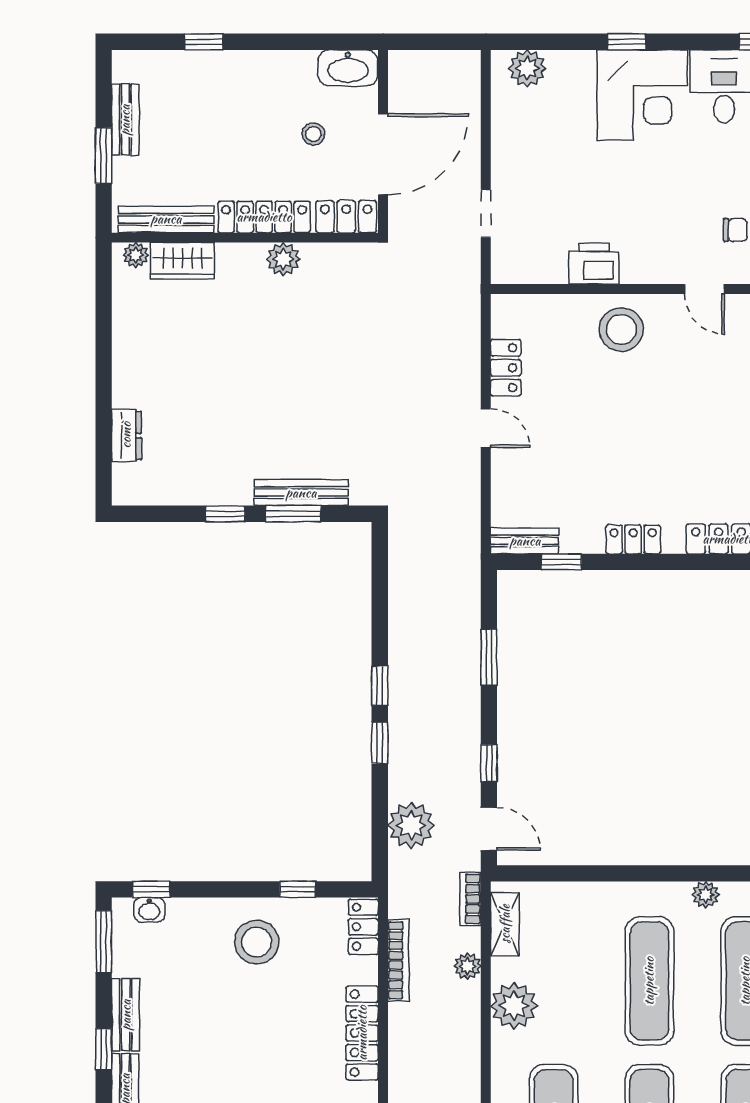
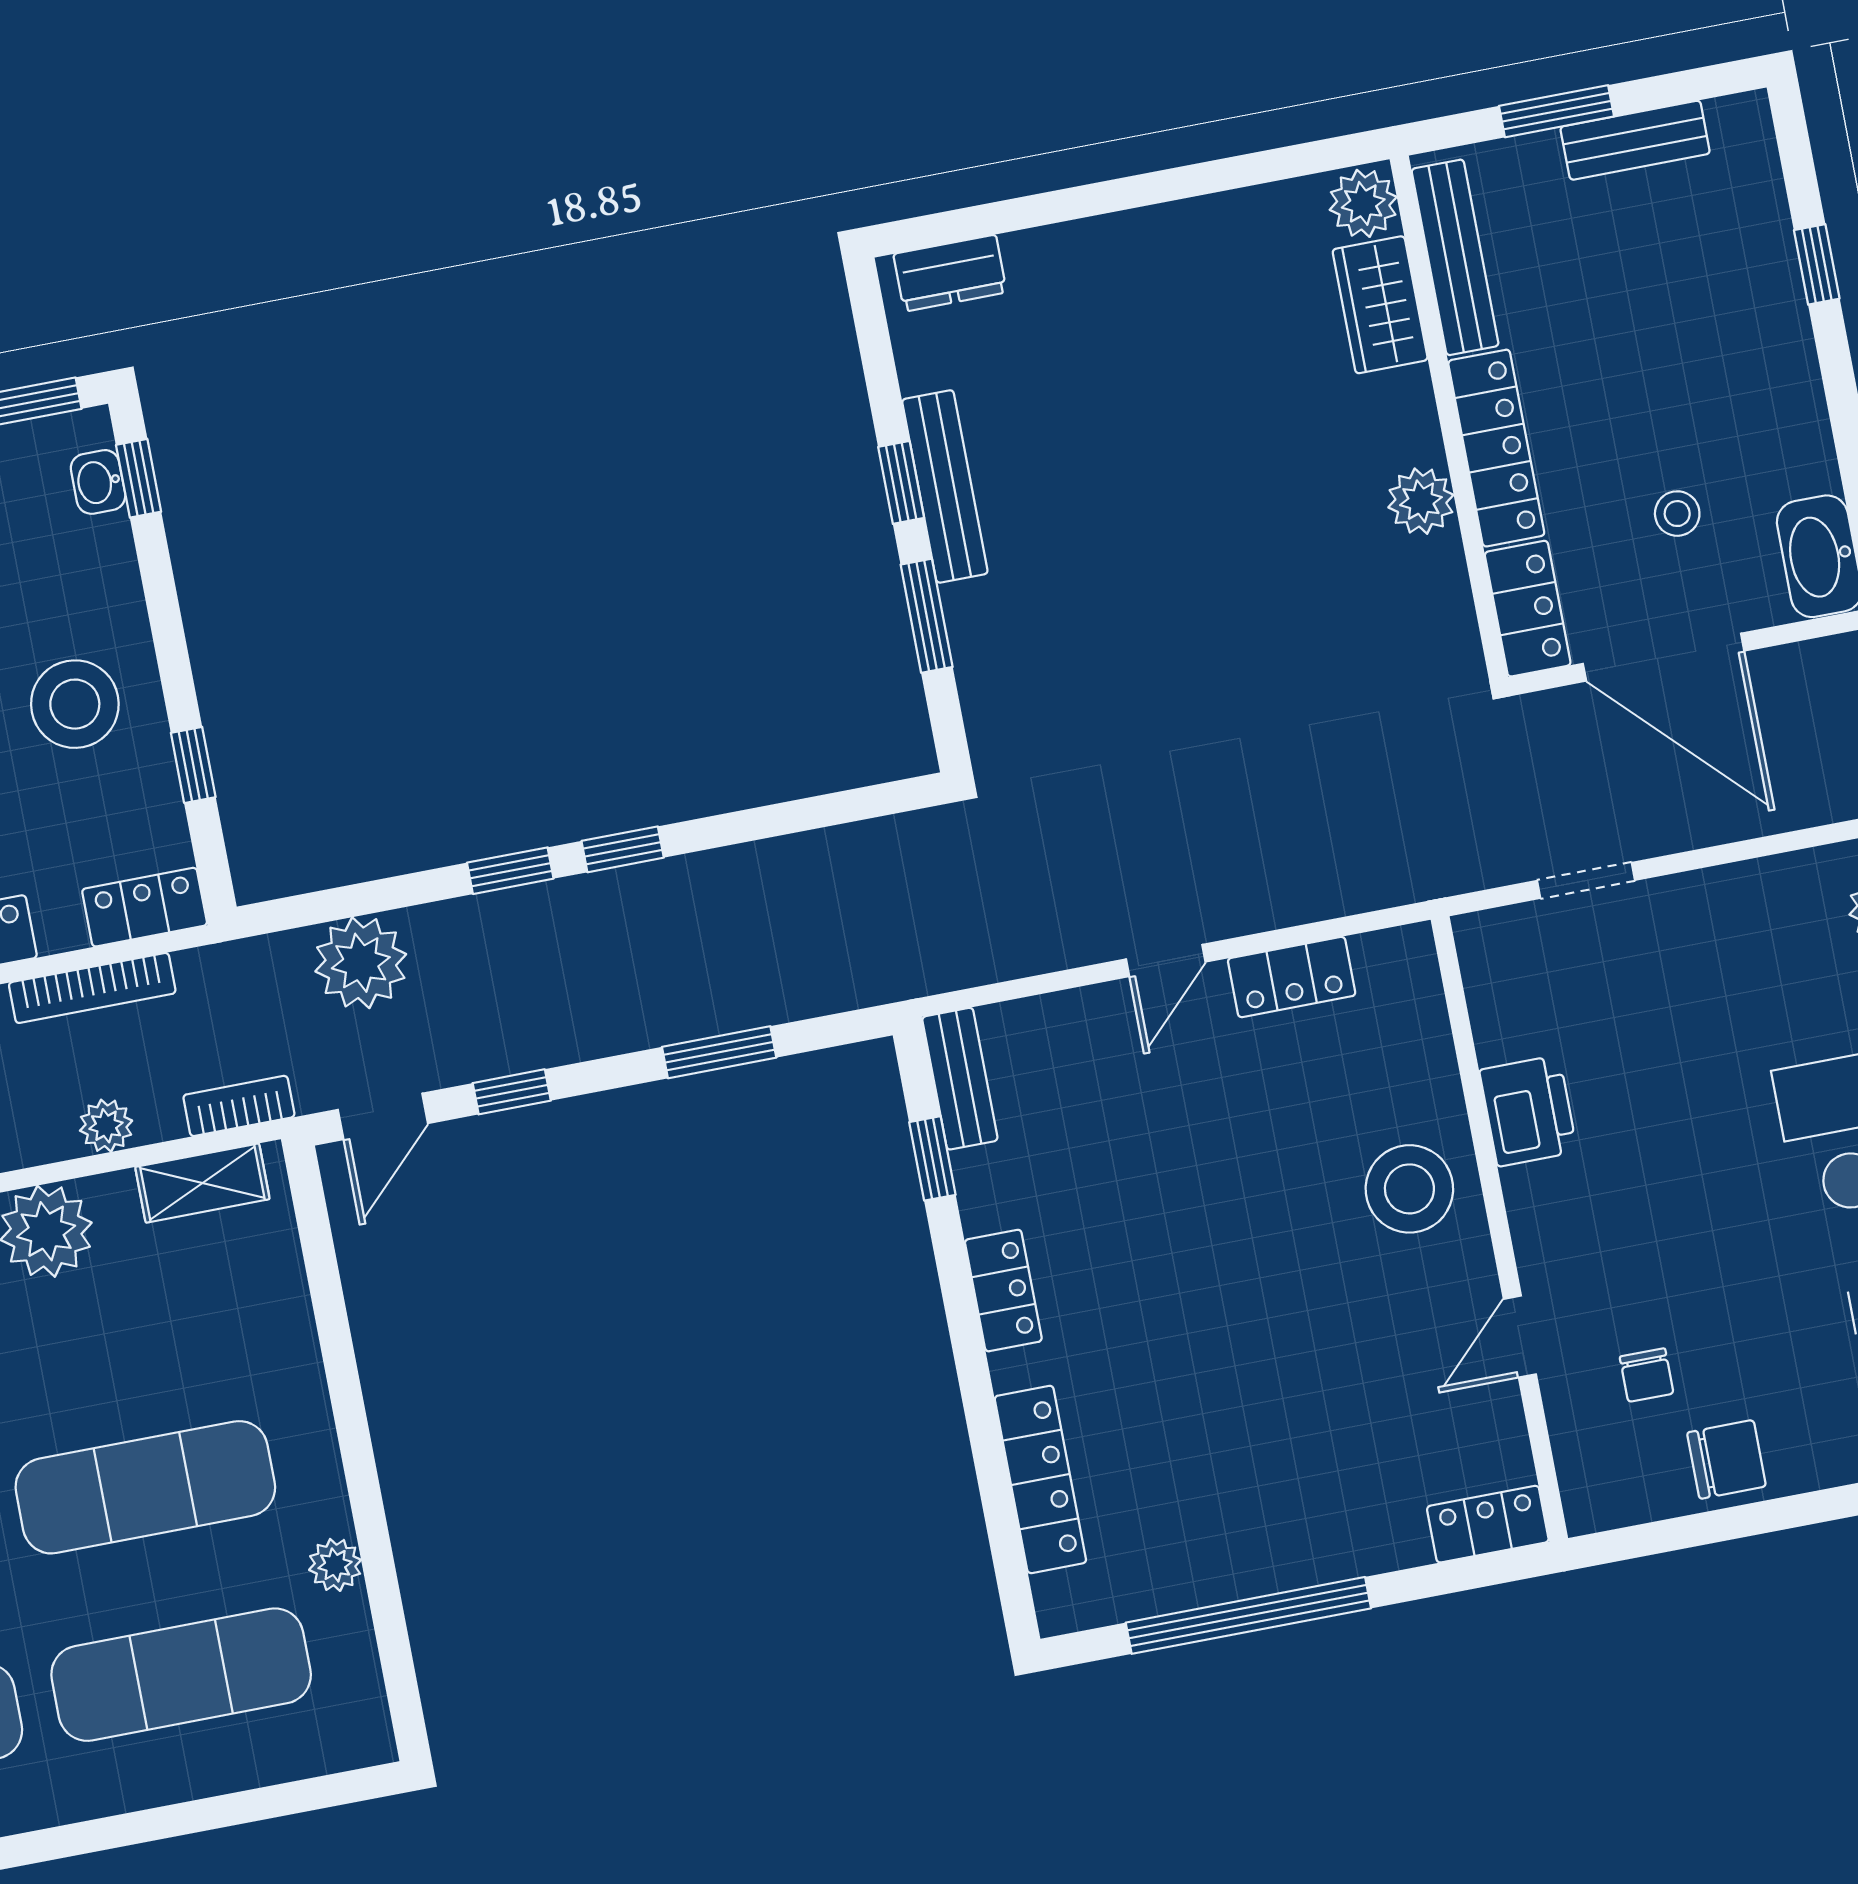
plant: (136, 255) -> (1363, 203), width x1.38, depth x1.38
dresser: (126, 435) -> (950, 273), moved
bench: (301, 493) -> (945, 486), moved

